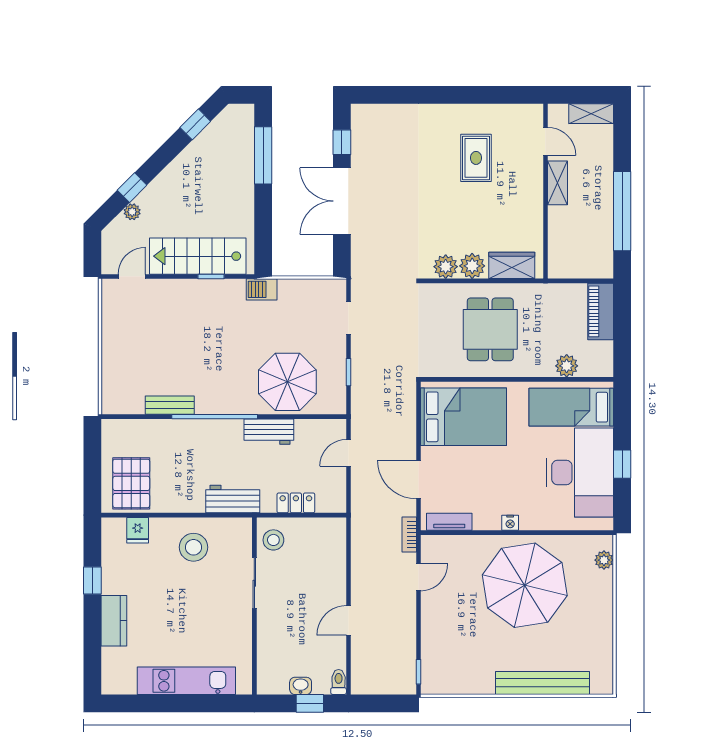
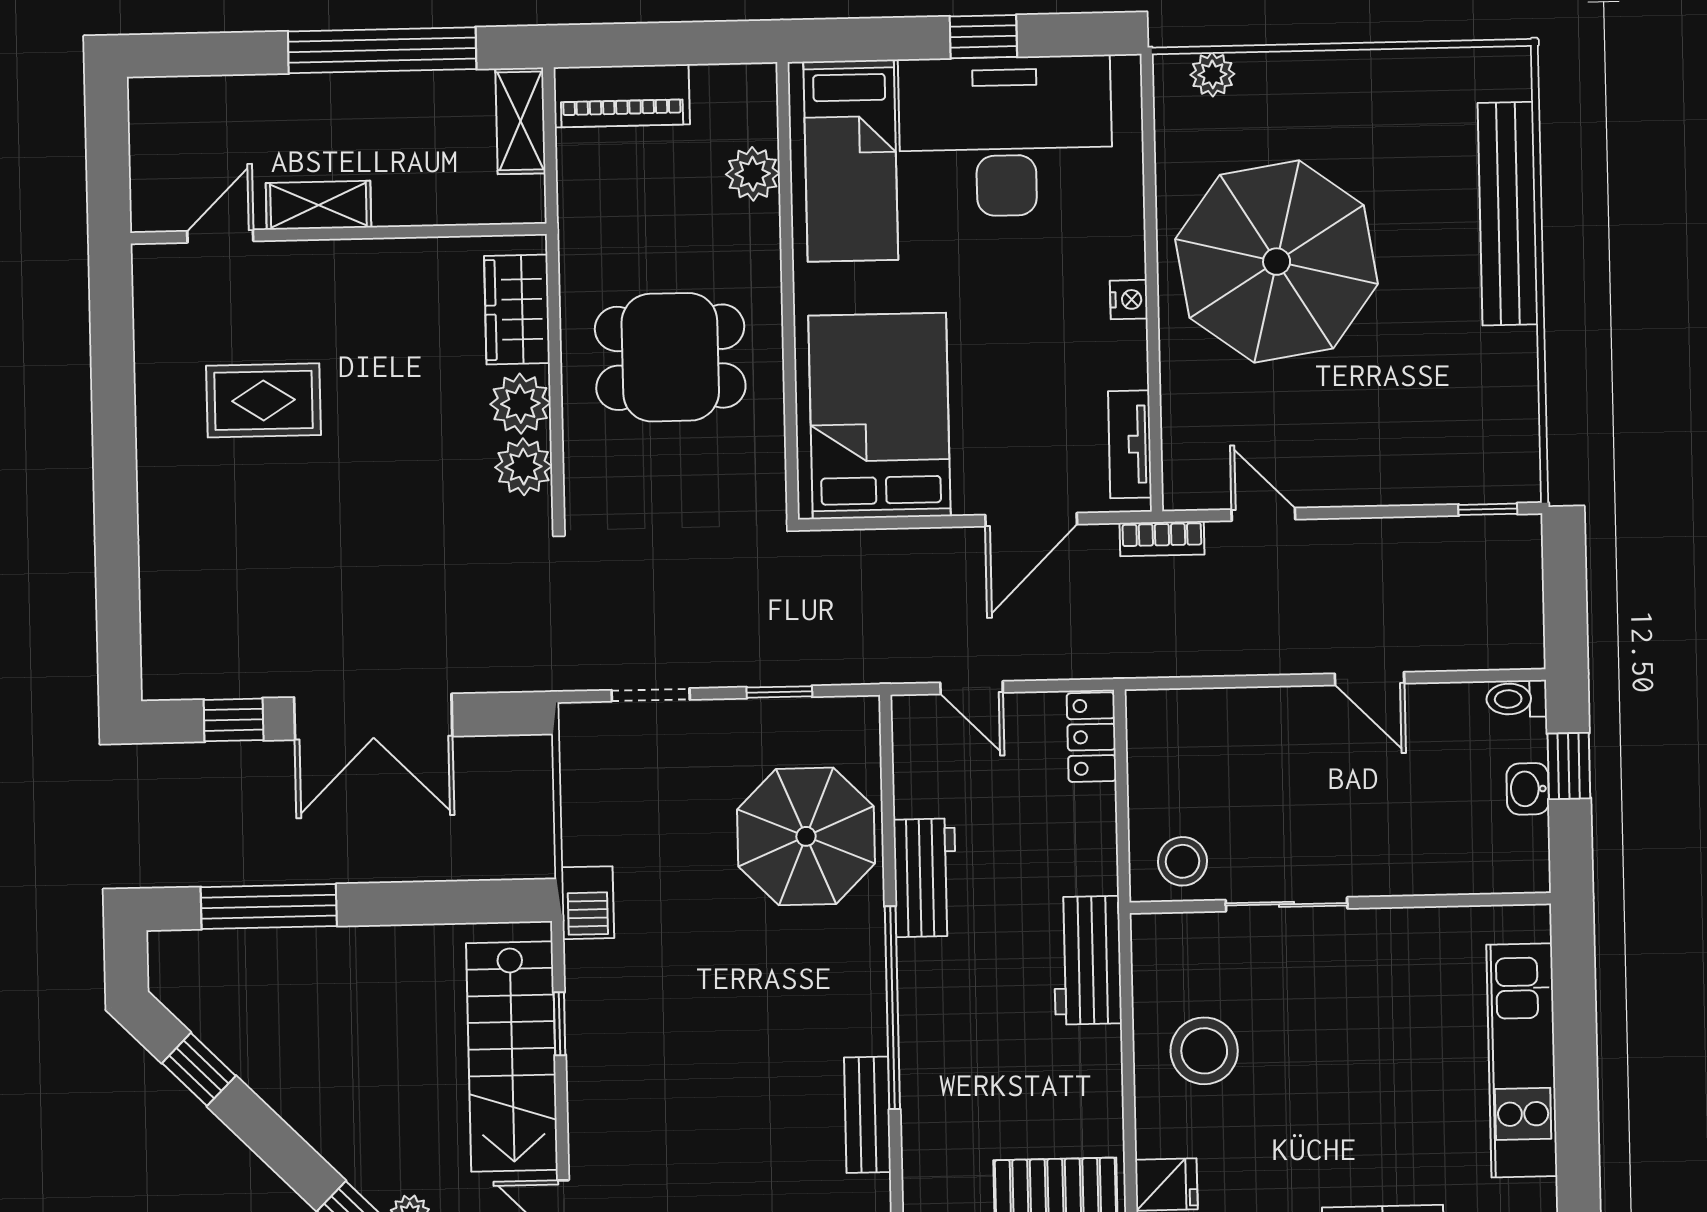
shelving: (591, 114) -> (520, 121), moved
locker: (296, 503) -> (1092, 737), moved

